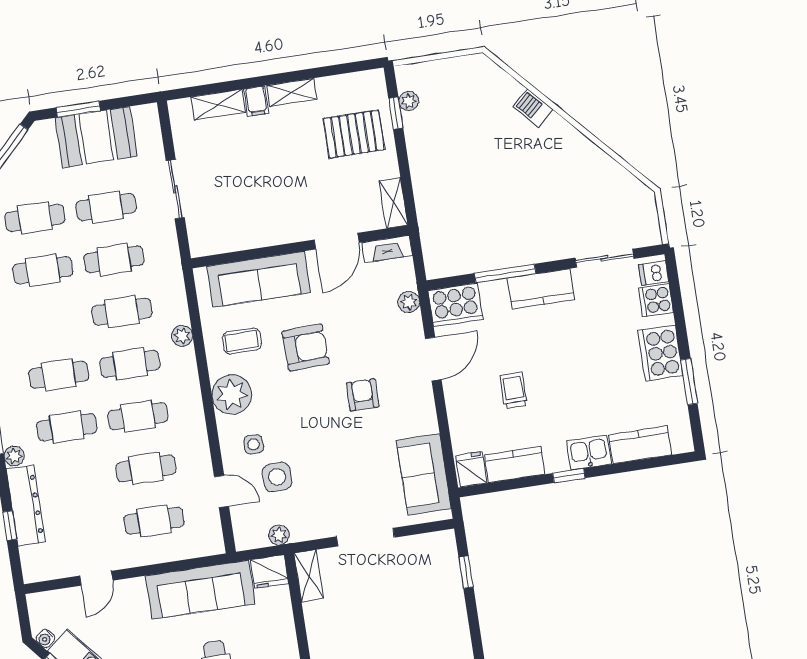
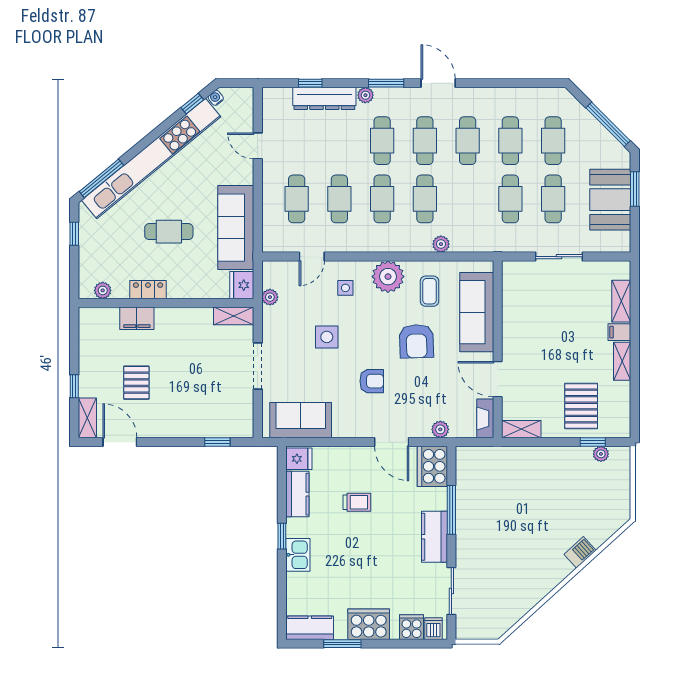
cafe table: (122, 312) -> (468, 141), moved
kitchen counter: (640, 445) -> (310, 628), moved, turned -90
side table: (277, 477) -> (327, 337), moved

